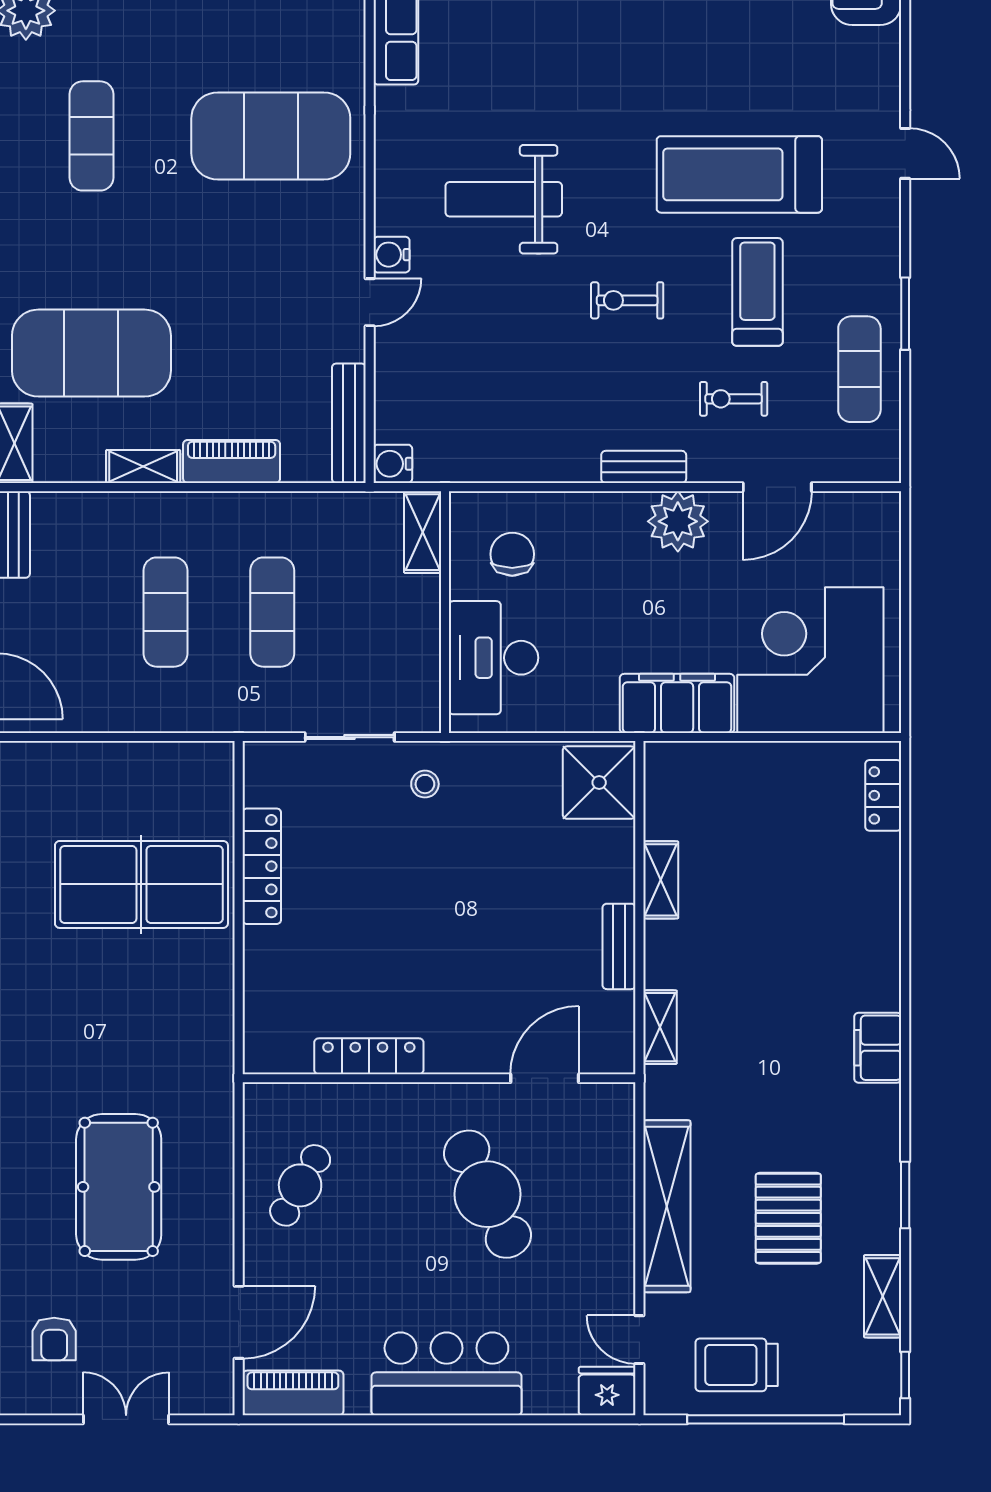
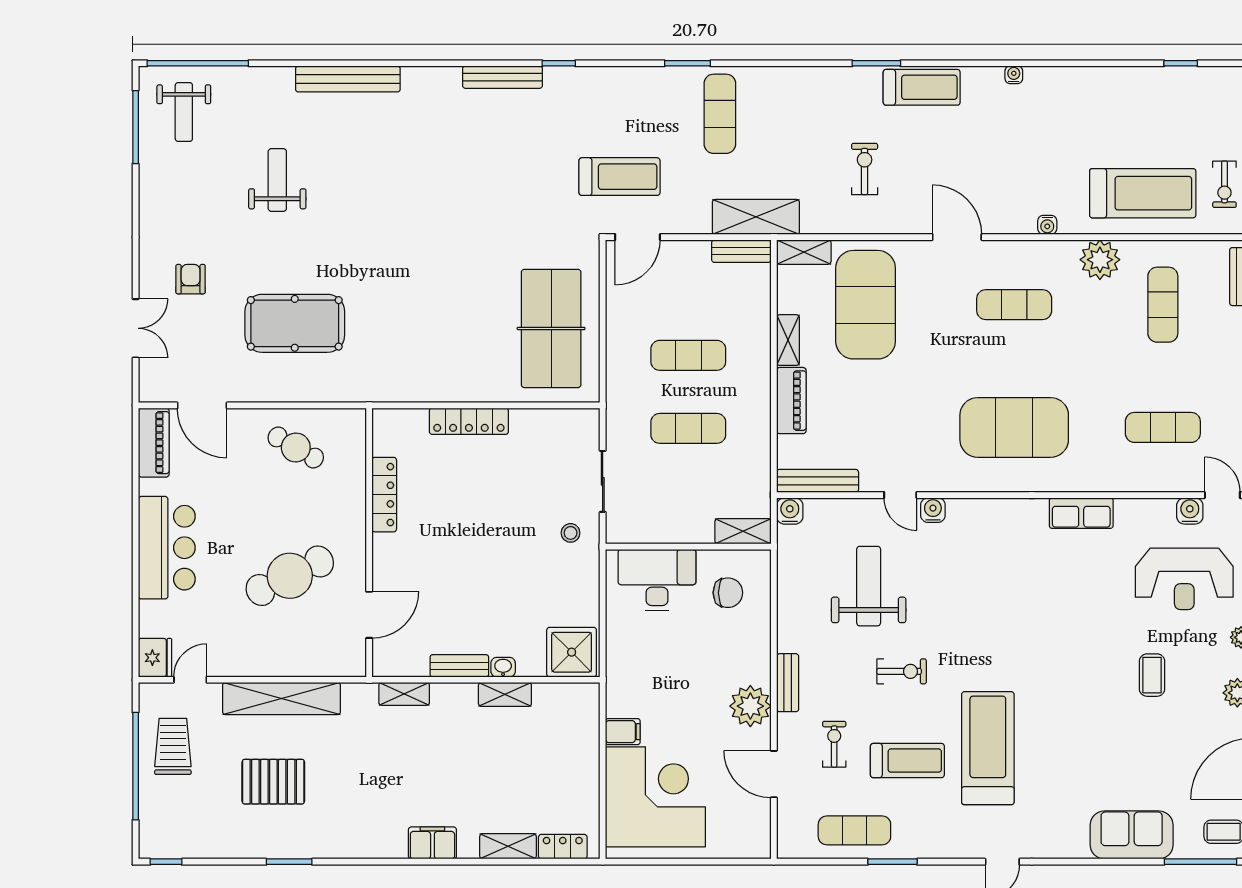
exercise mat: (271, 136) -> (1014, 427), turned 90
weight bench: (504, 199) -> (869, 586), moved
exercise bike: (627, 300) -> (902, 671), turned 90
filing cabinet: (677, 703) -> (623, 732), width x0.33, depth x0.86
locker: (262, 866) -> (469, 421), moved
washbasin: (621, 883) -> (503, 667), added
table tennis table: (141, 884) -> (551, 328), moved
filing cabinet: (878, 1048) -> (432, 843), moved
door: (545, 1078) -> (369, 615), hinge flipped
shelving: (883, 1296) -> (508, 846), moved
armchair: (54, 1339) -> (191, 279), turned 90

